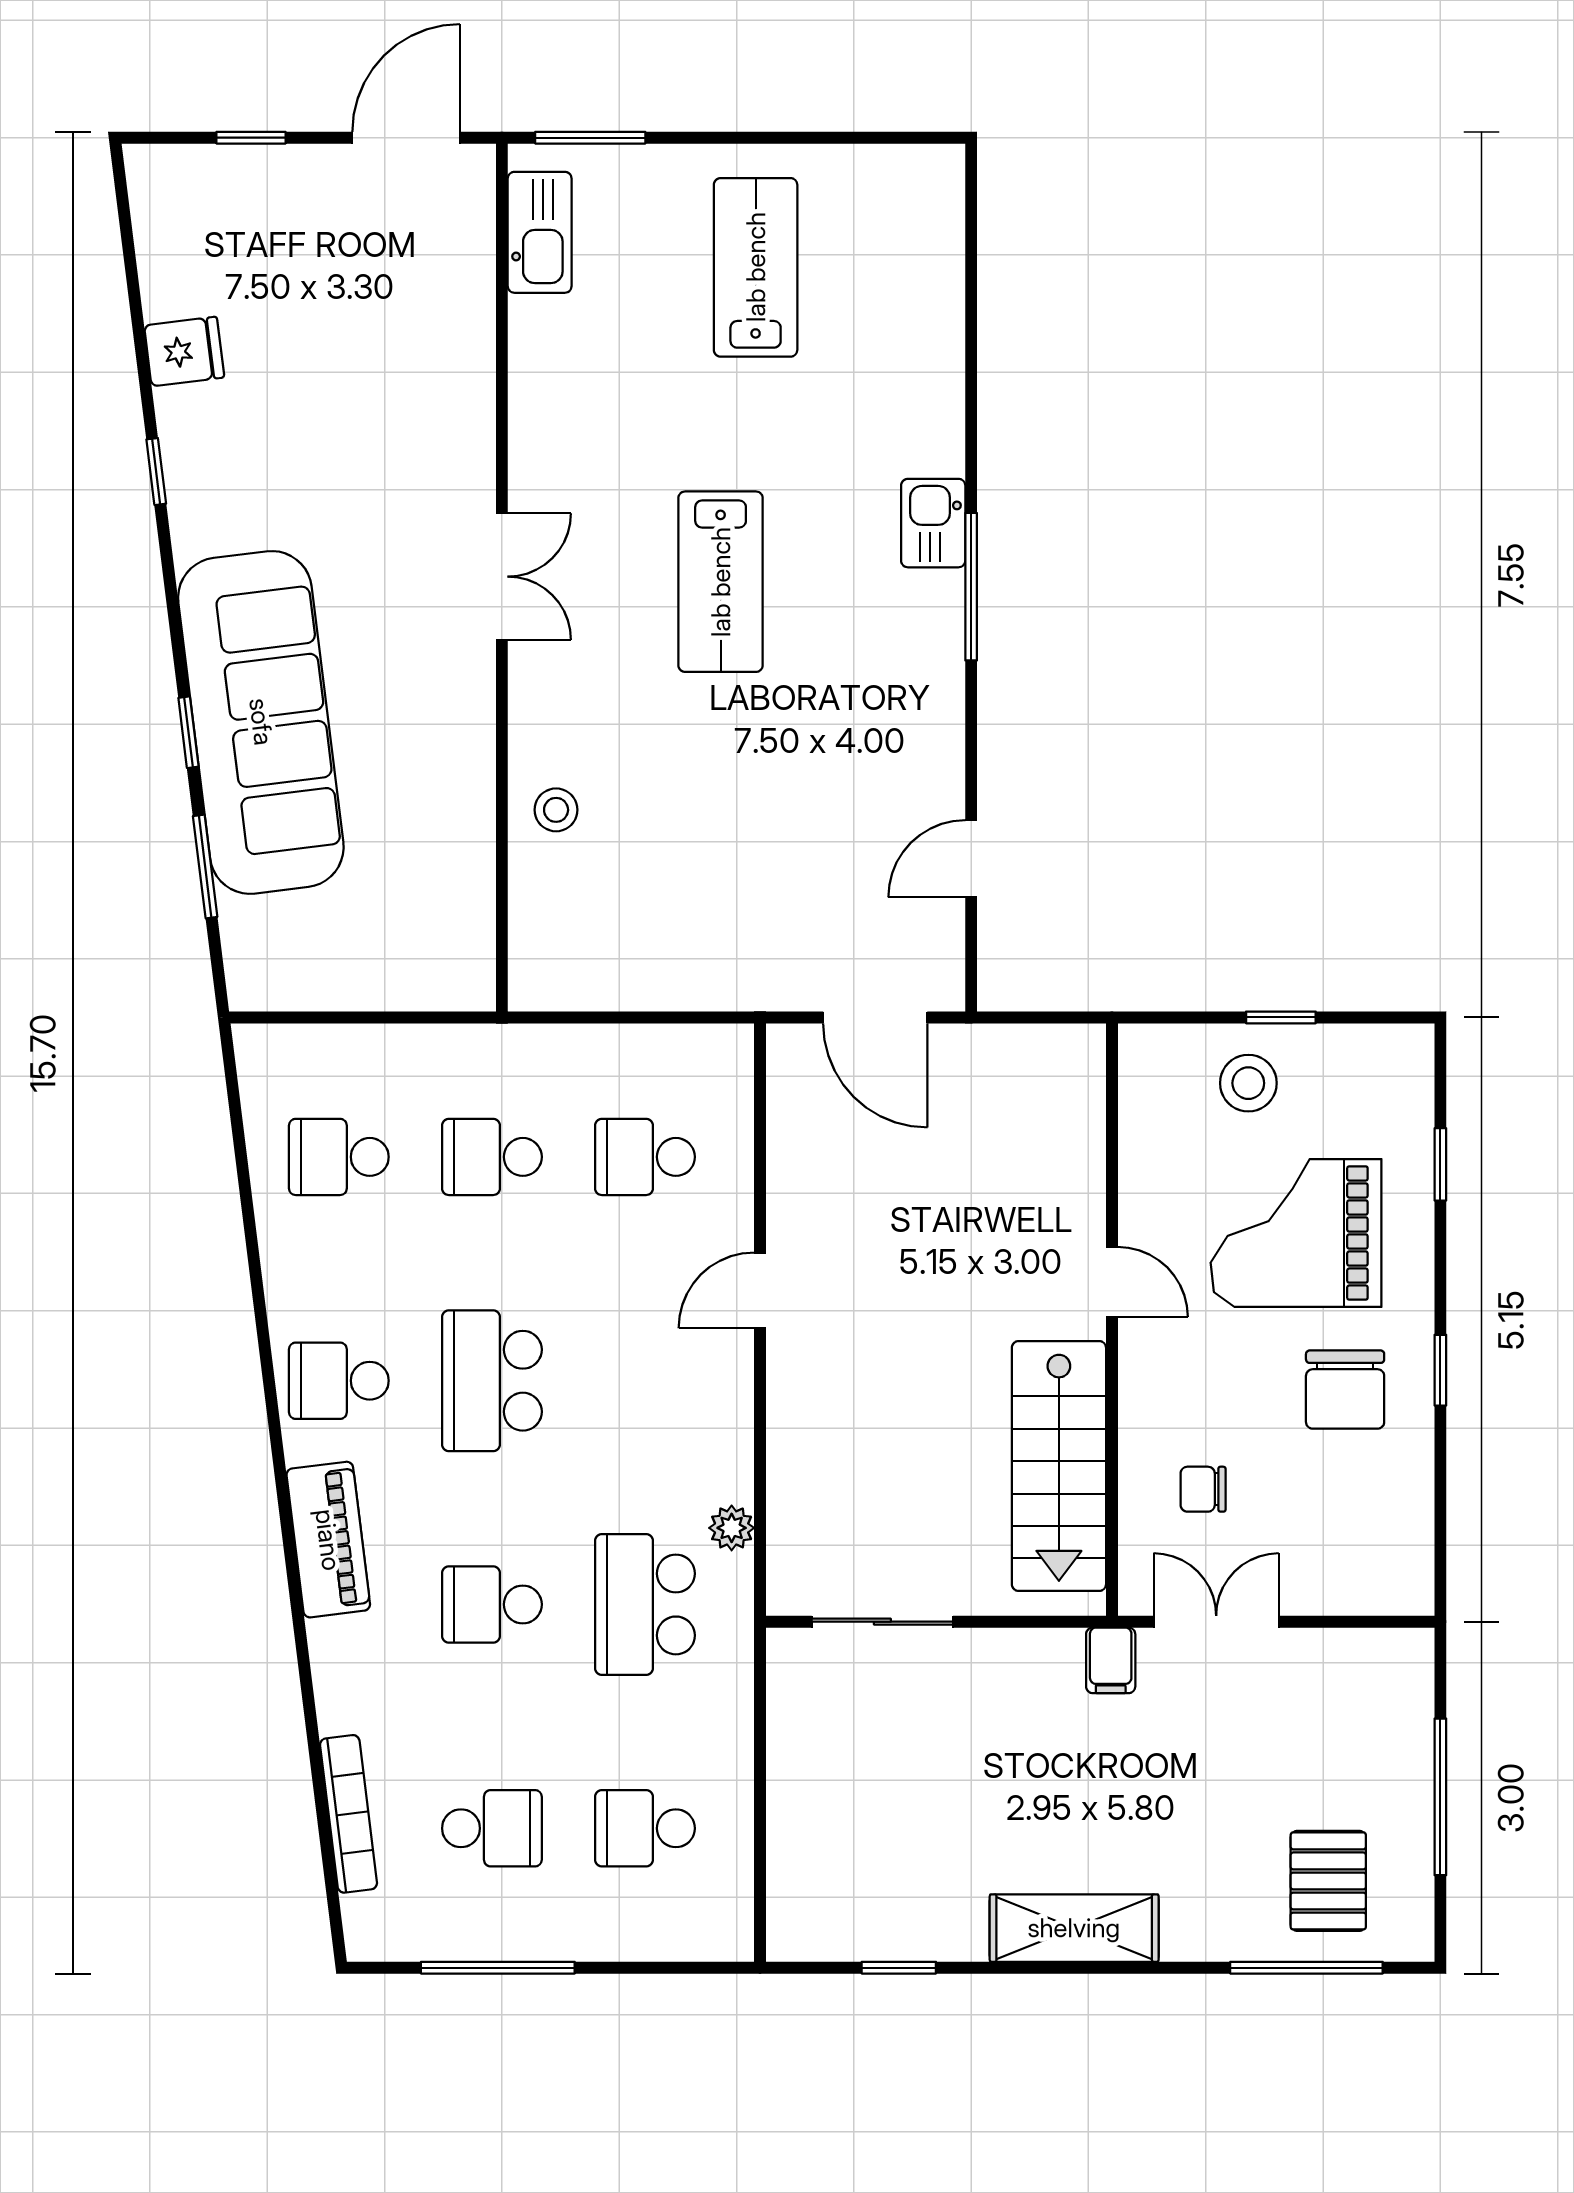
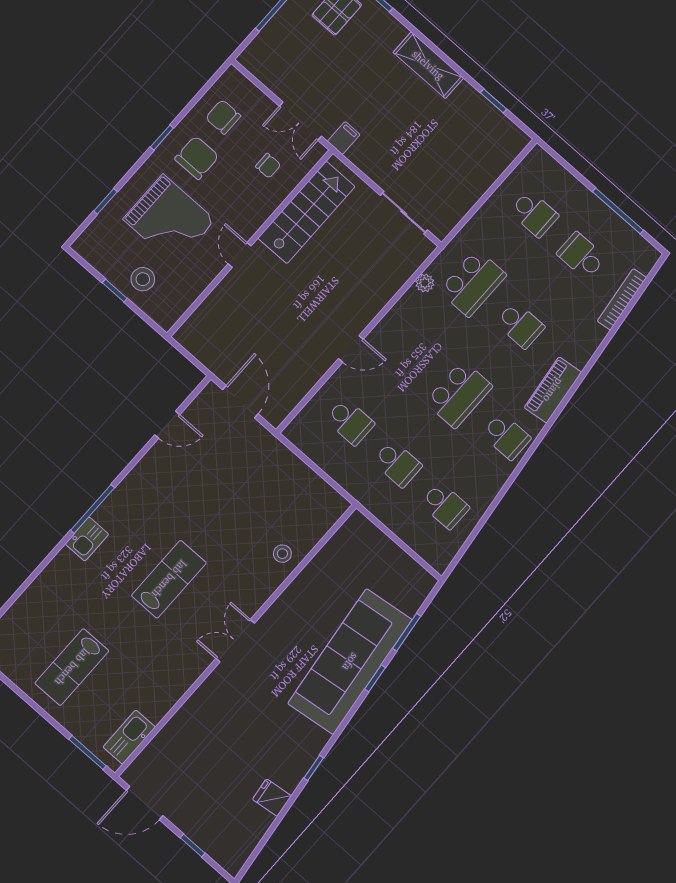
chair: (1363, 1506) -> (223, 117), added

